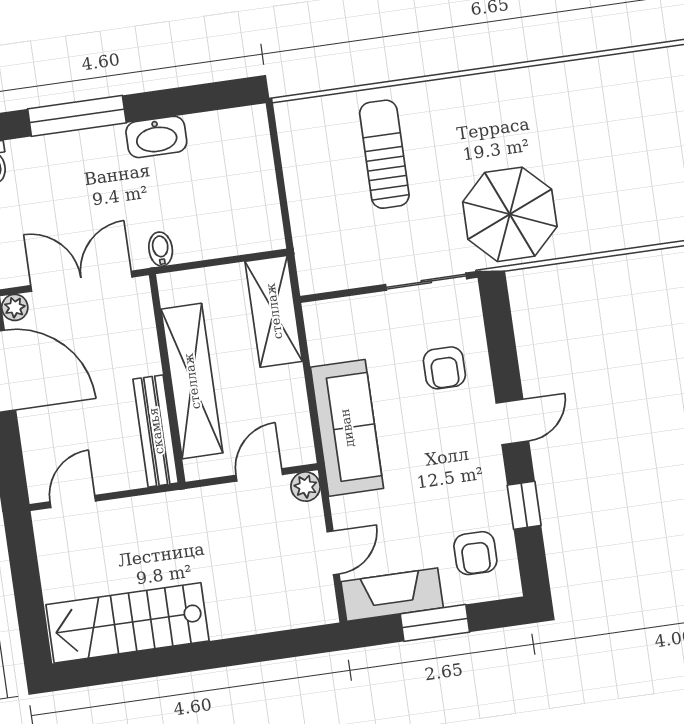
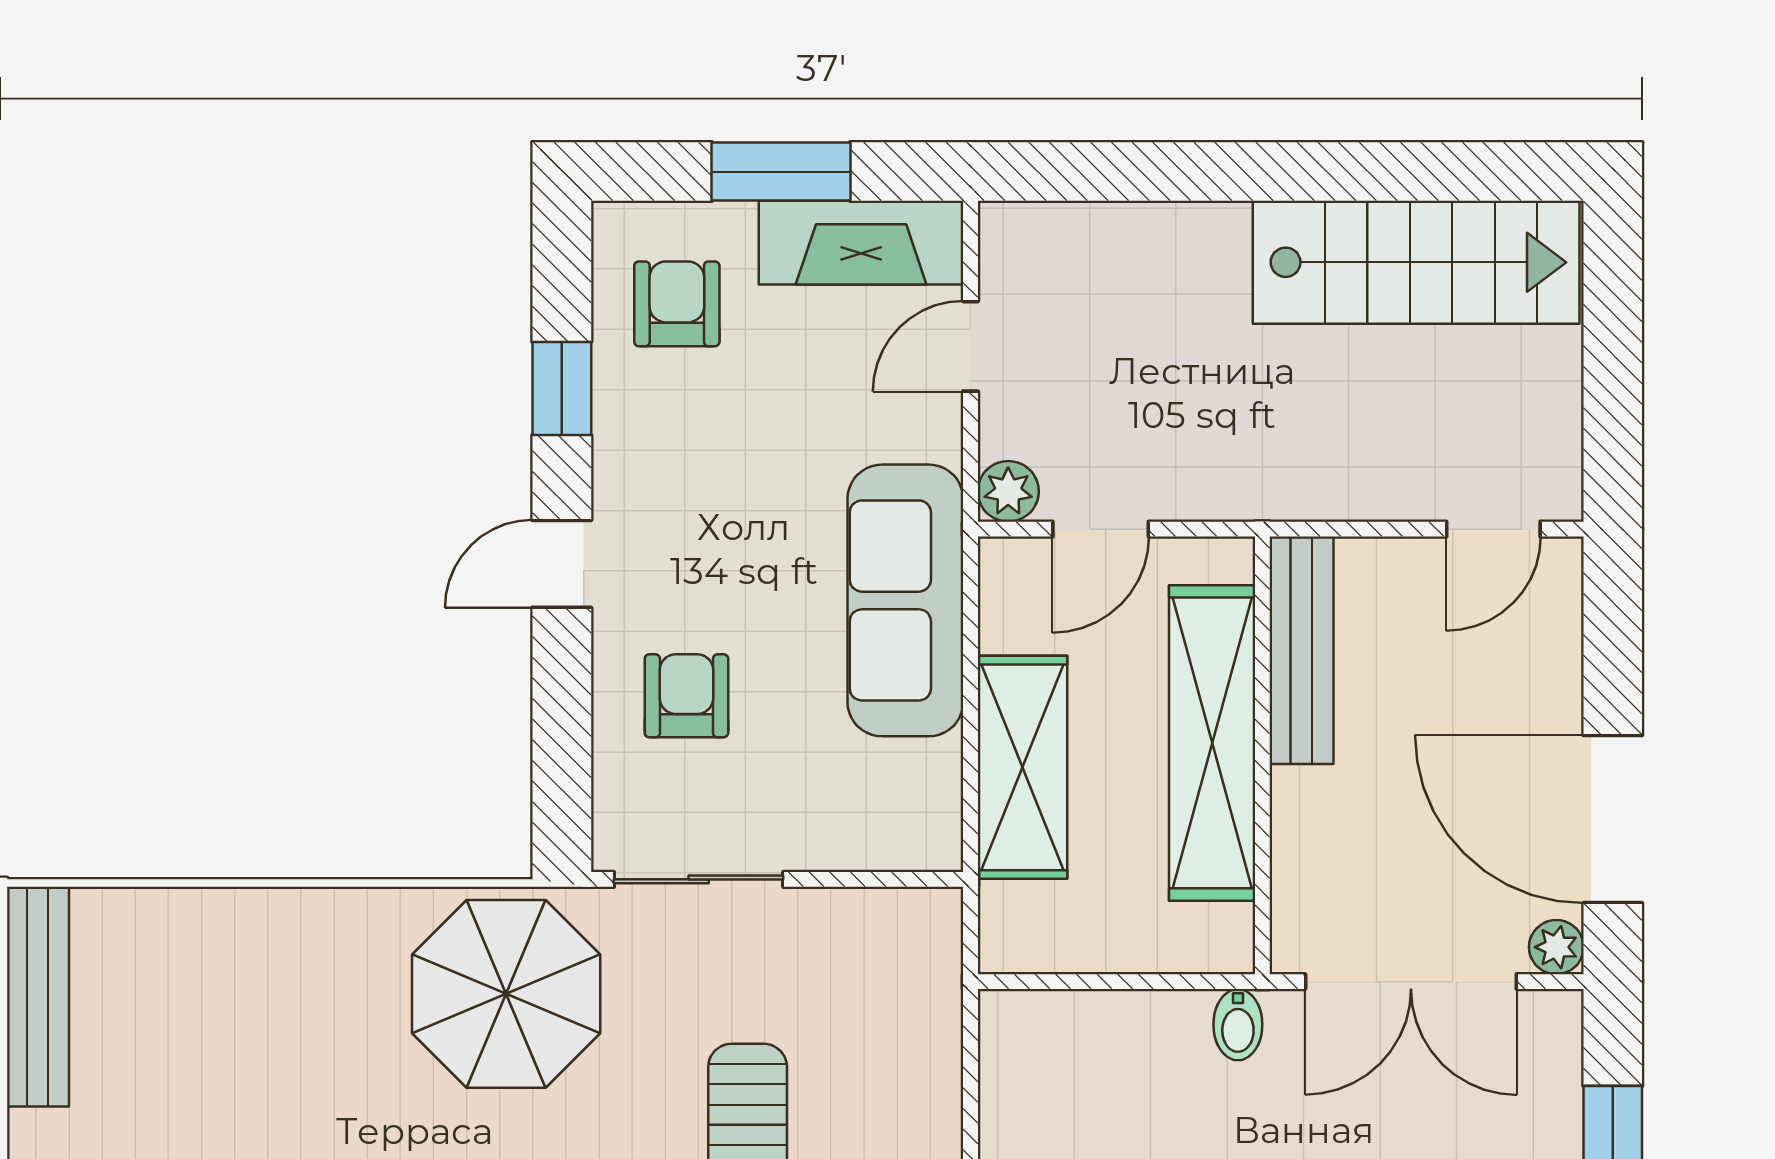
shelving: (274, 311) -> (1022, 767), moved

